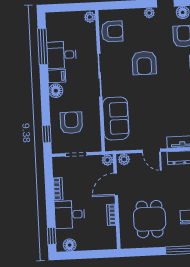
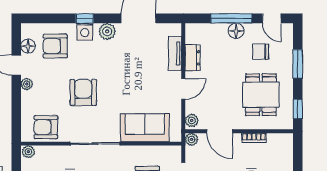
armchair: (112, 31) -> (46, 127), turned -90
armchair: (144, 63) -> (83, 92), turned -90
dining table: (150, 219) -> (261, 95), turned 90
window: (139, 252) -> (298, 109), added

